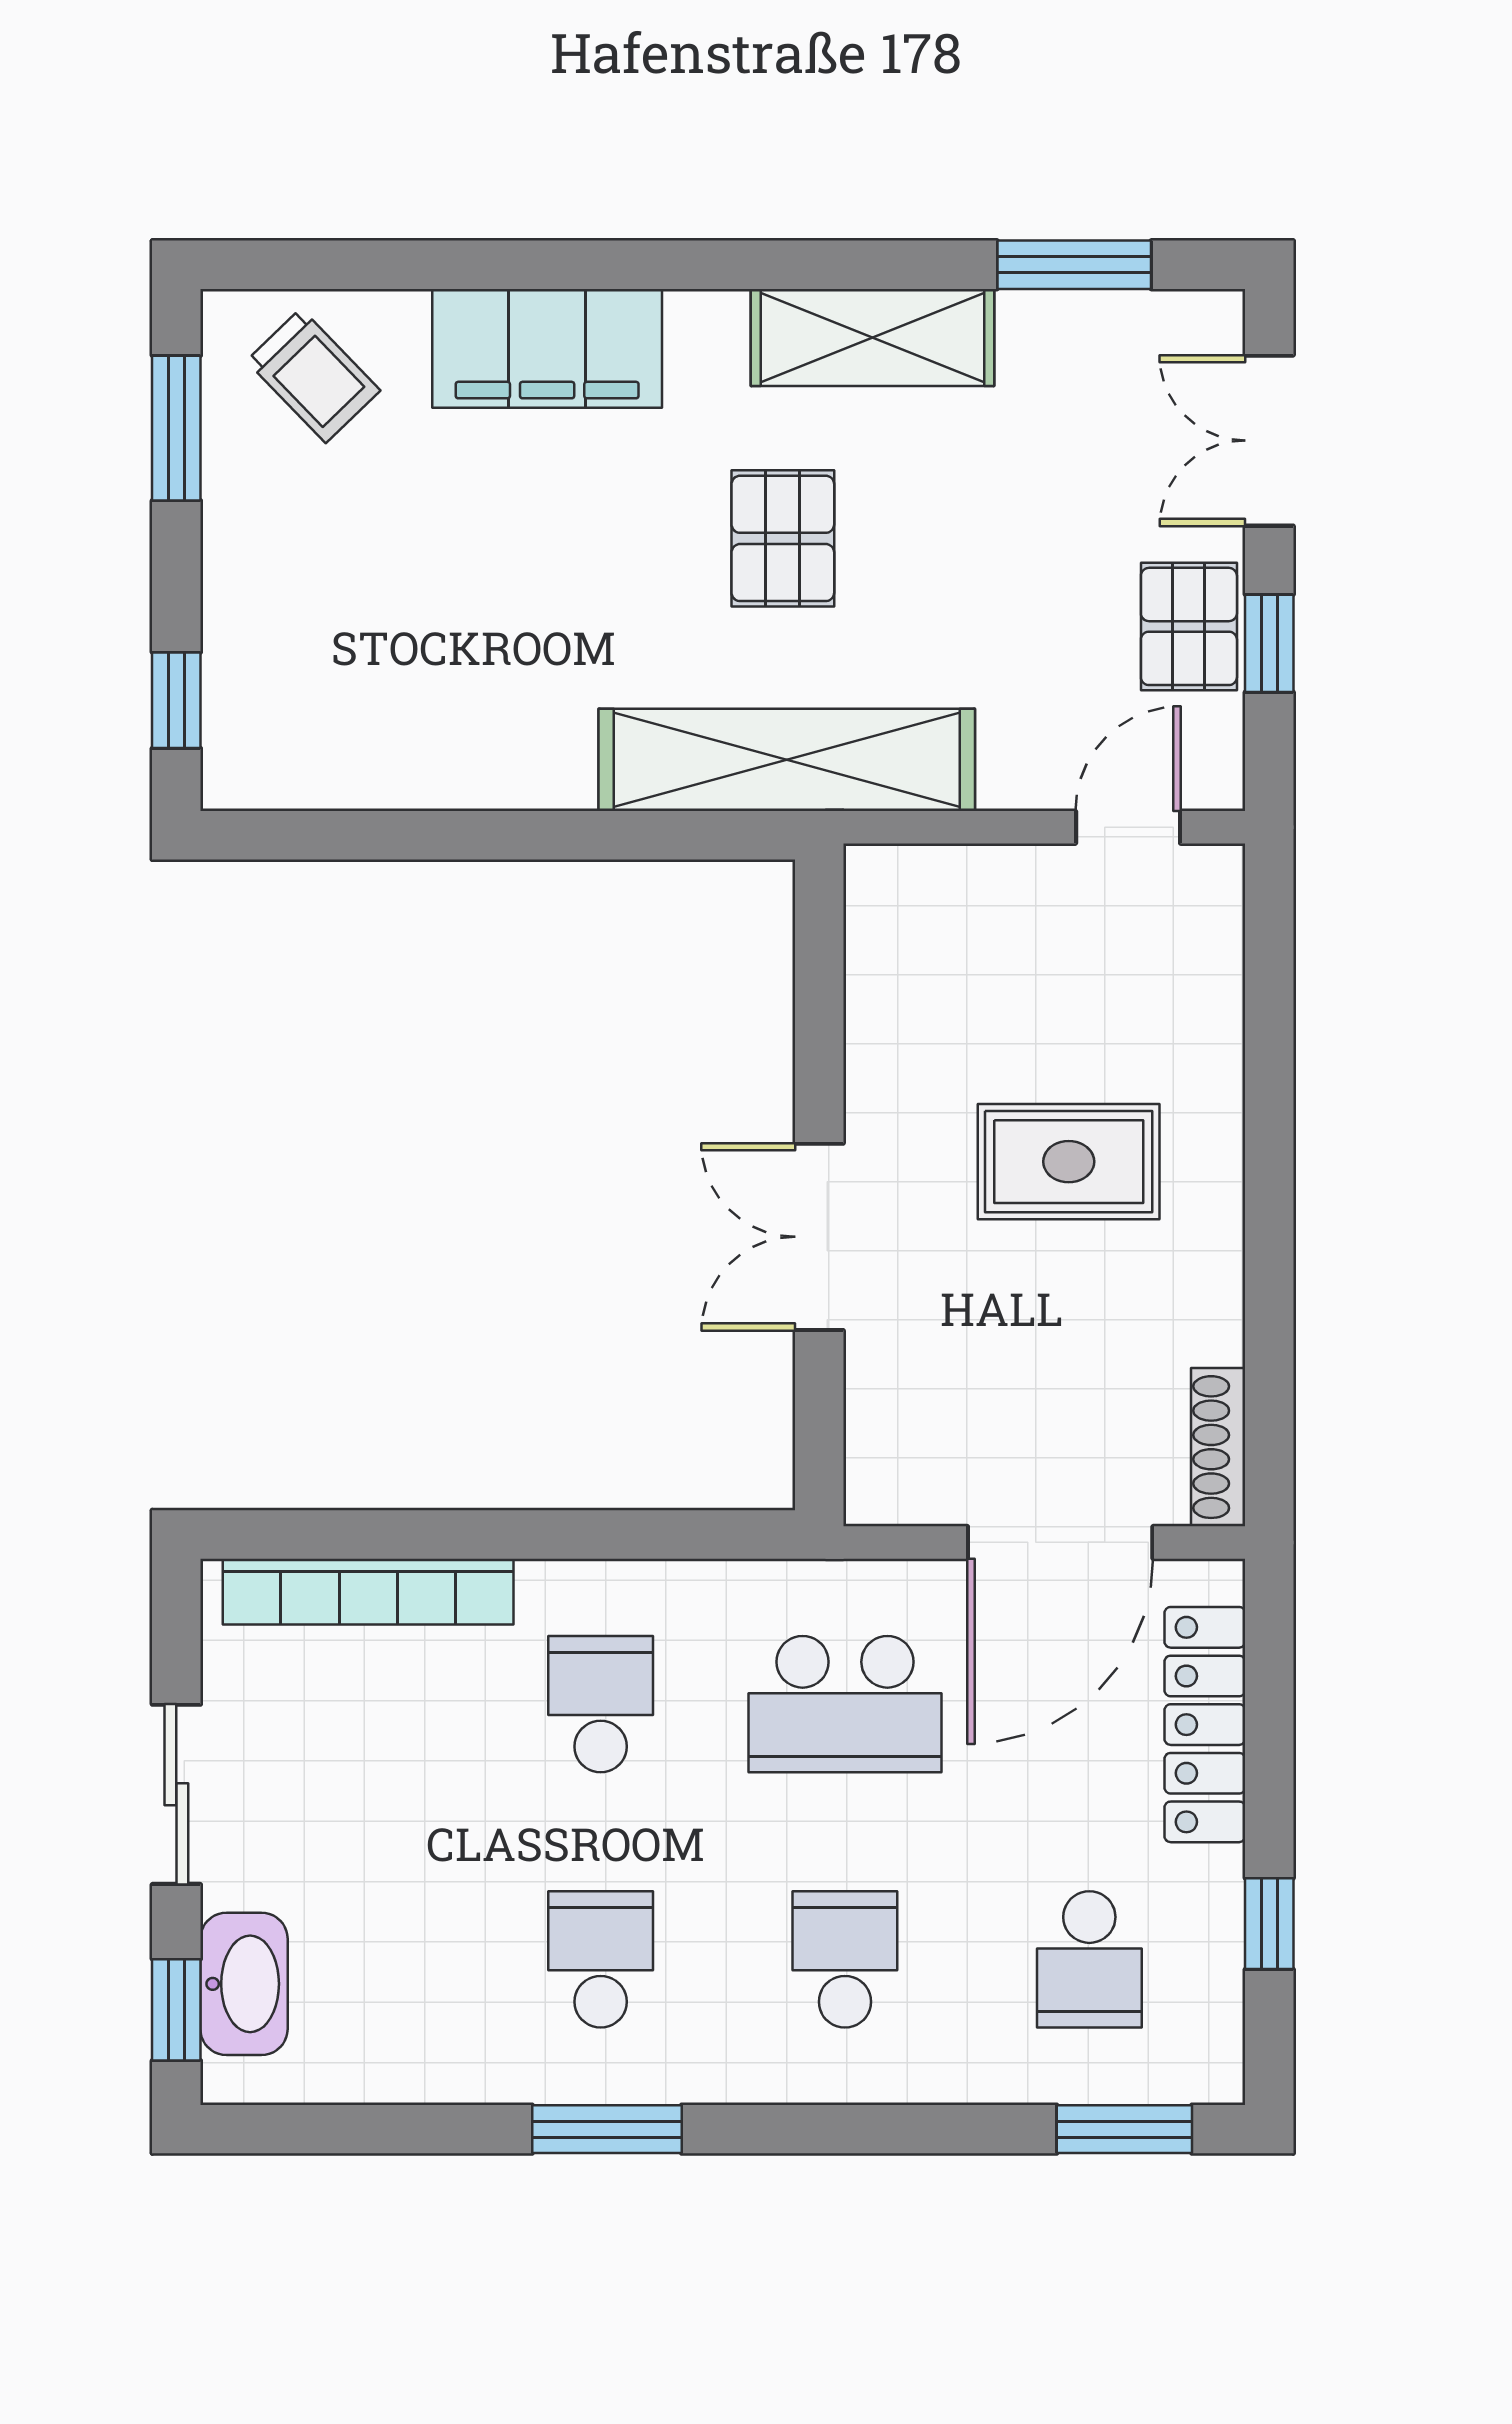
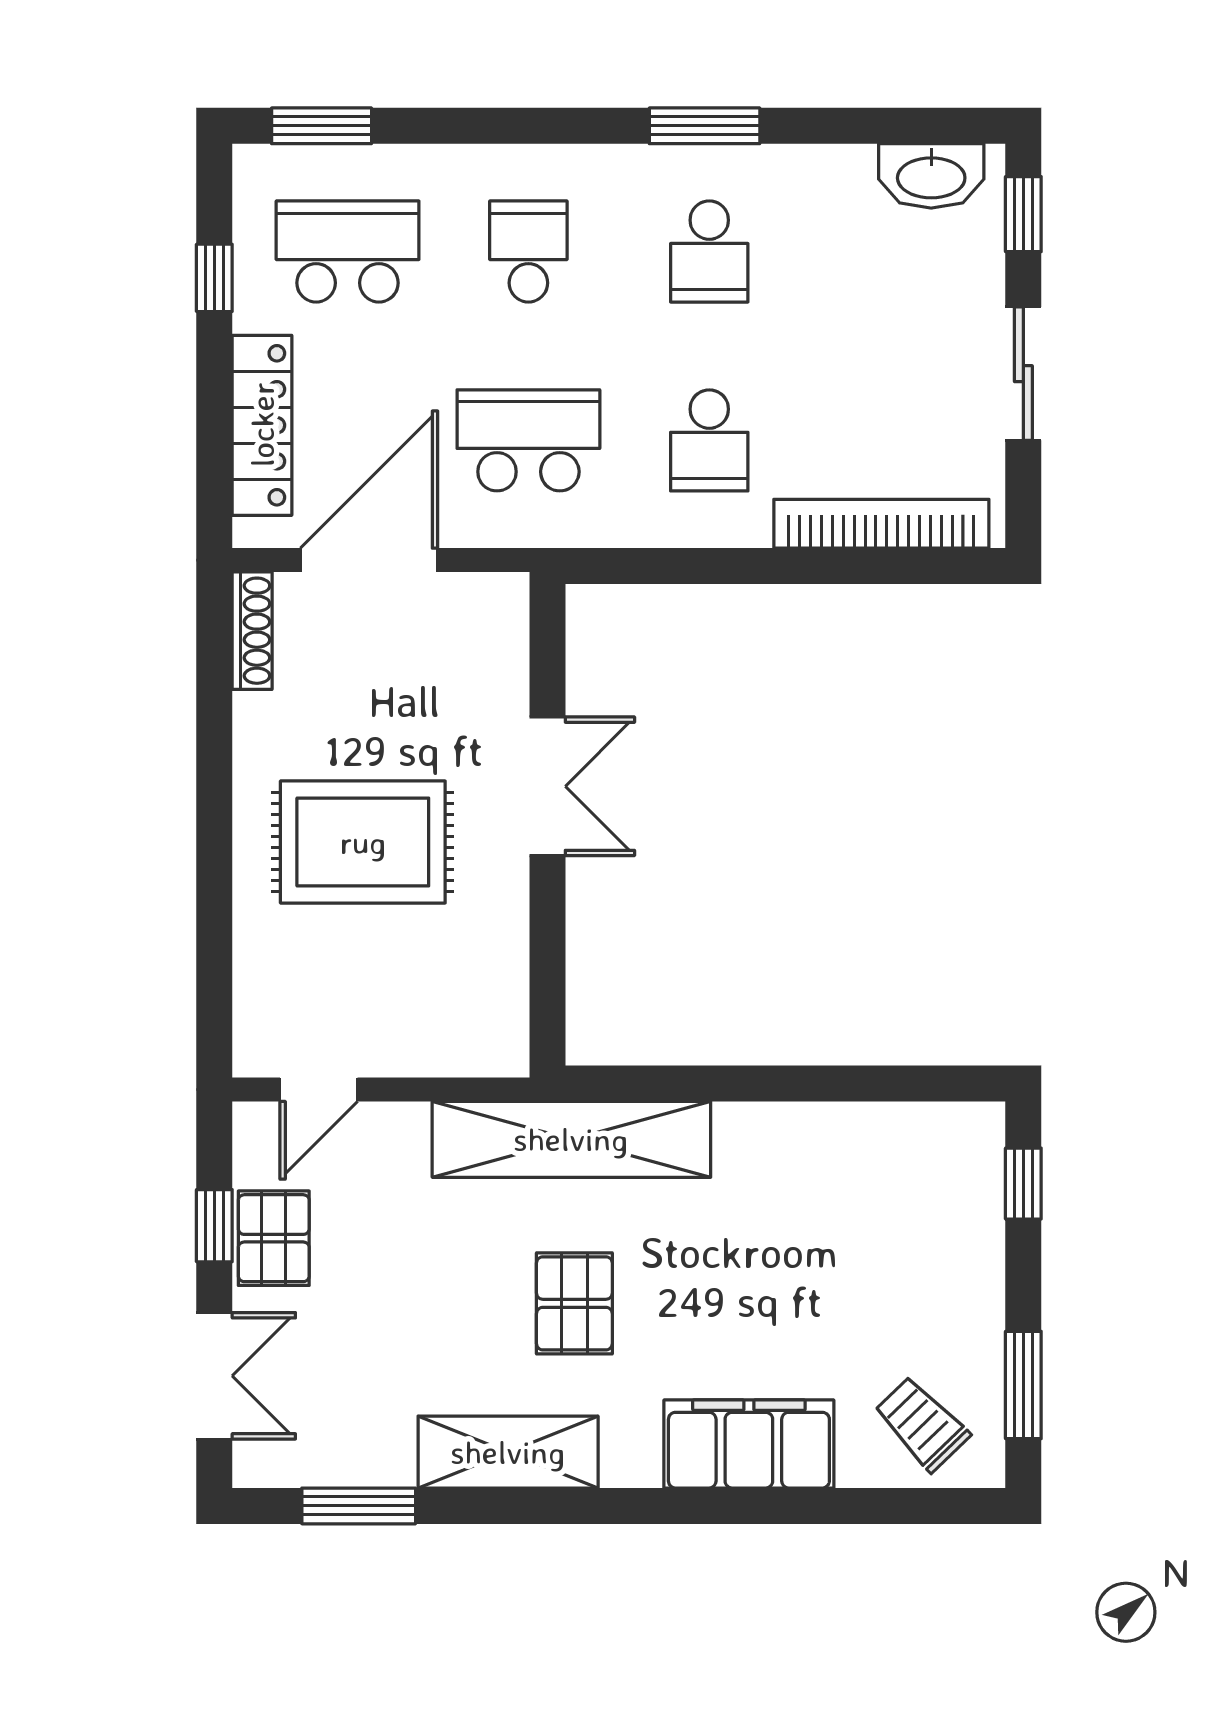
rug: (1069, 1162) -> (363, 842), width x1.36, depth x1.43
school desk: (845, 1959) -> (528, 251), turned 180
school desk: (1089, 1959) -> (348, 251), width x1.85
washbasin: (244, 1984) -> (931, 176), moved, turned -90

